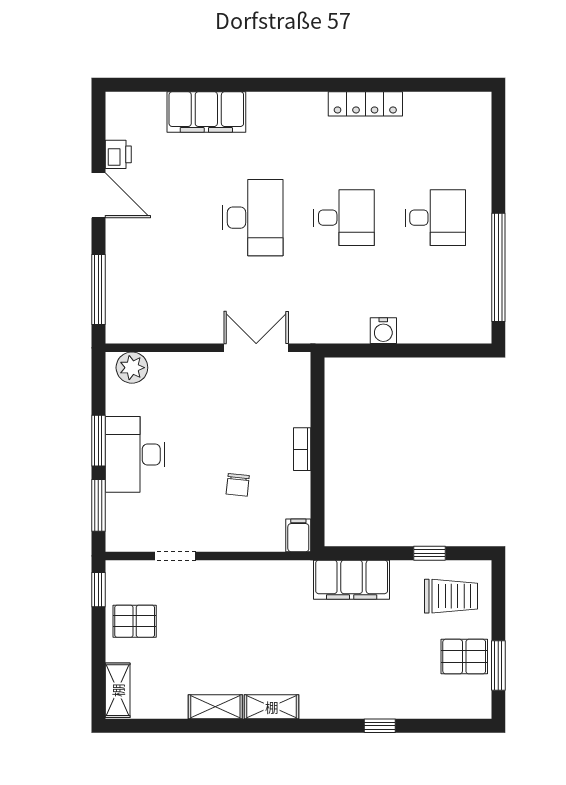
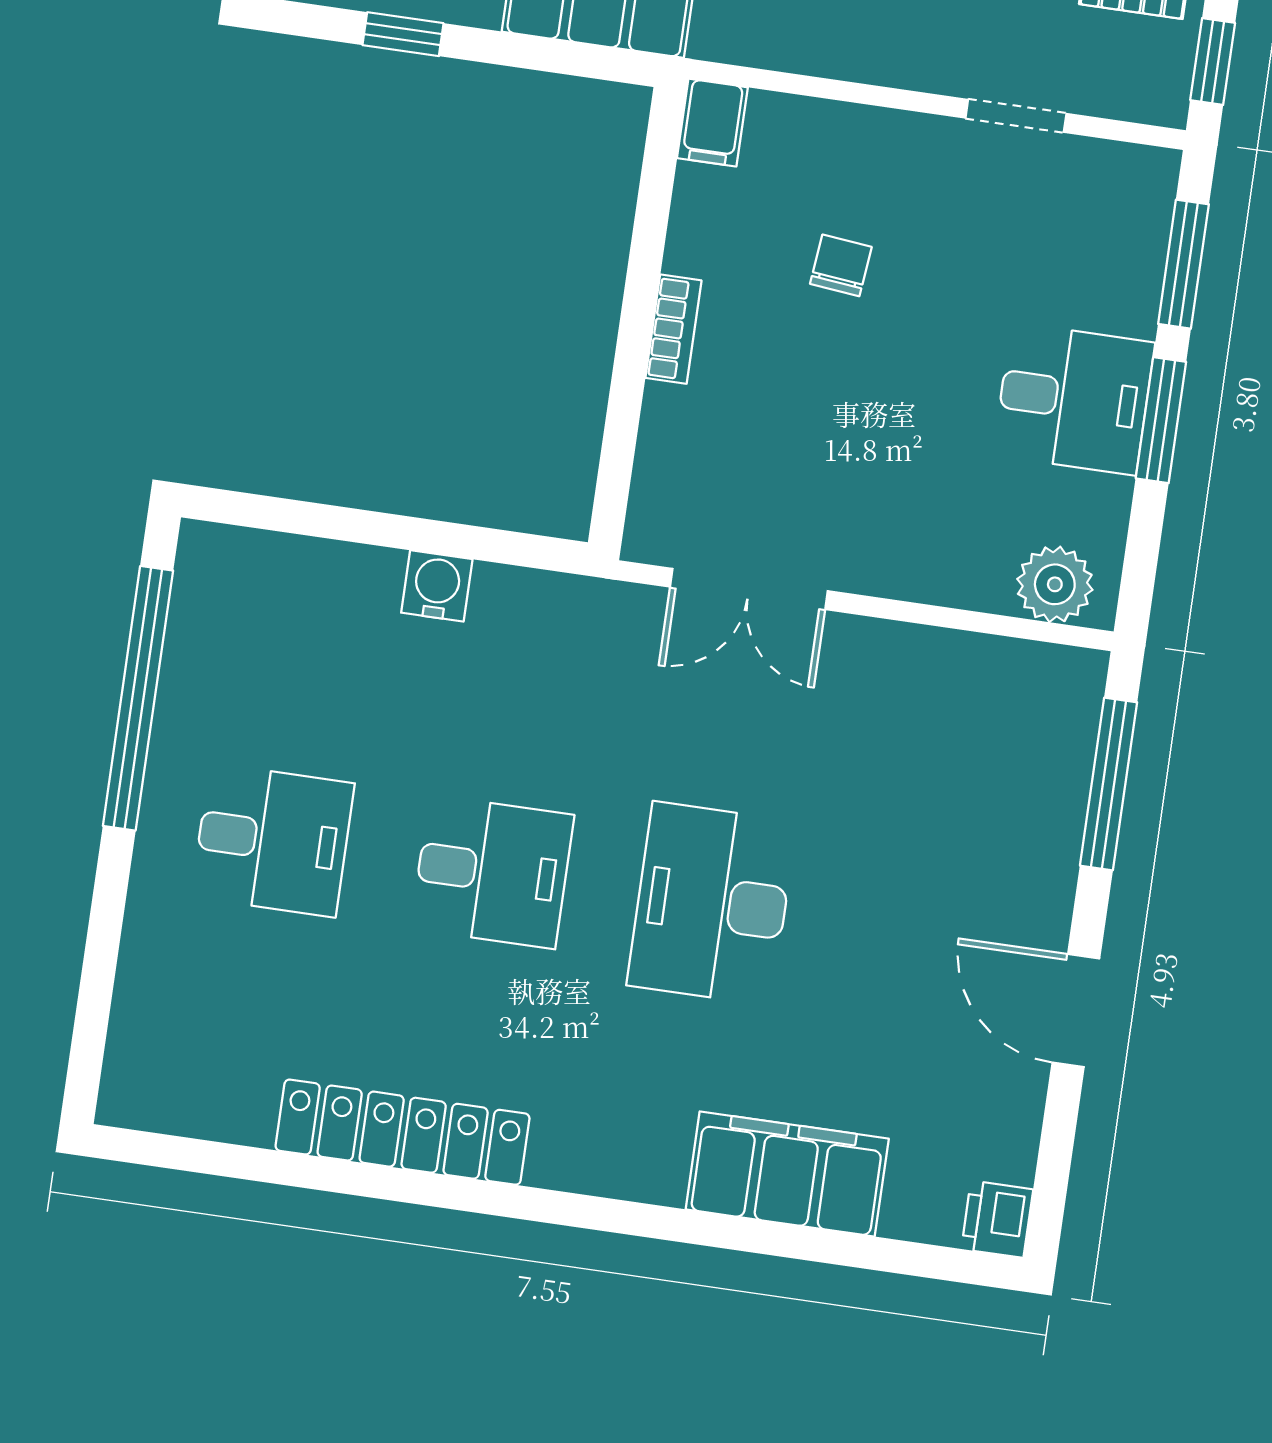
locker: (365, 104) -> (403, 1132), width x1.41, depth x1.21
printer: (118, 154) -> (997, 1219), moved
desk: (344, 218) -> (492, 872), turned 180
desk: (435, 218) -> (273, 840), turned 180
desk: (135, 454) -> (1074, 399), width x0.73

